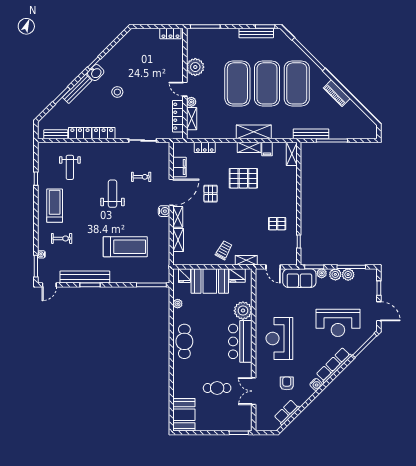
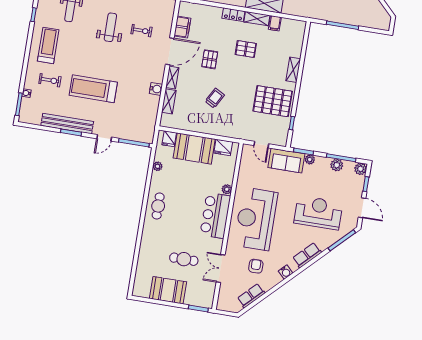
bench: (311, 134) -> (322, 15), removed
locker: (205, 147) -> (233, 15), moved
shelving: (292, 154) -> (293, 70), moved
pallet: (243, 178) -> (246, 49), width x0.67, depth x0.71
weight bench: (113, 194) -> (110, 27), moved
water cooler: (164, 211) -> (156, 89), moved
pallet: (277, 224) -> (273, 101), width x2.05, depth x2.00
treadmill: (125, 247) -> (93, 89), moved, turned 180
trolley: (224, 250) -> (215, 98), moved
shelving: (246, 260) -> (235, 133), removed
plant: (335, 274) -> (360, 169), moved
door: (49, 285) -> (104, 138), moved
plant: (243, 311) -> (227, 189), width x0.53, depth x0.53
reception desk: (338, 323) -> (318, 213), turned 180
reception desk: (279, 338) -> (256, 219), width x1.36, depth x1.30
cafe table: (184, 341) -> (158, 206), width x0.73, depth x0.74
row of seats: (334, 365) -> (307, 255), width x0.68
booth: (184, 415) -> (168, 290), moved, turned 90

